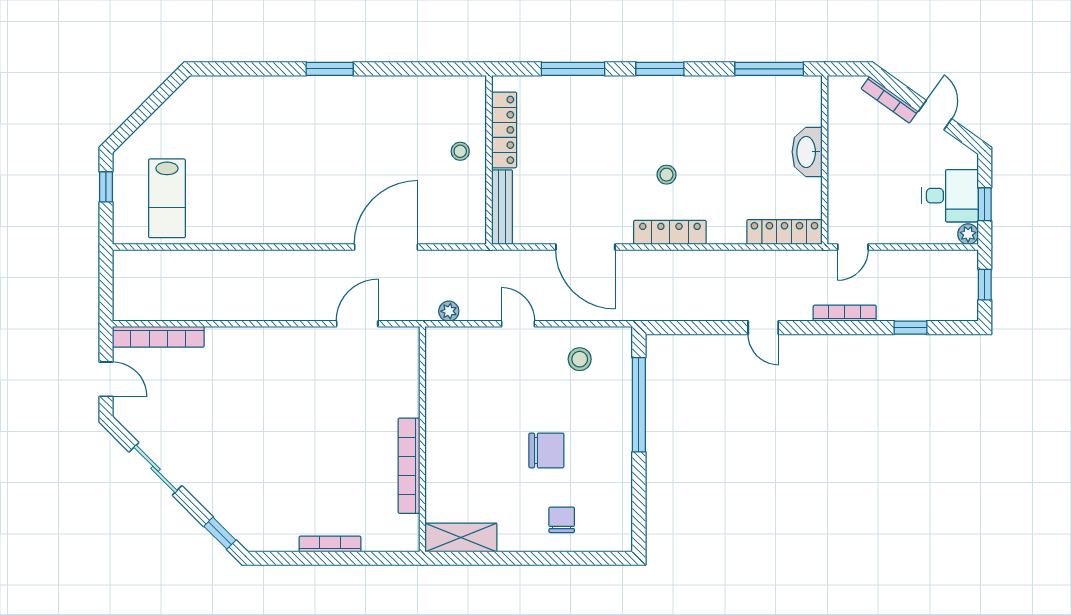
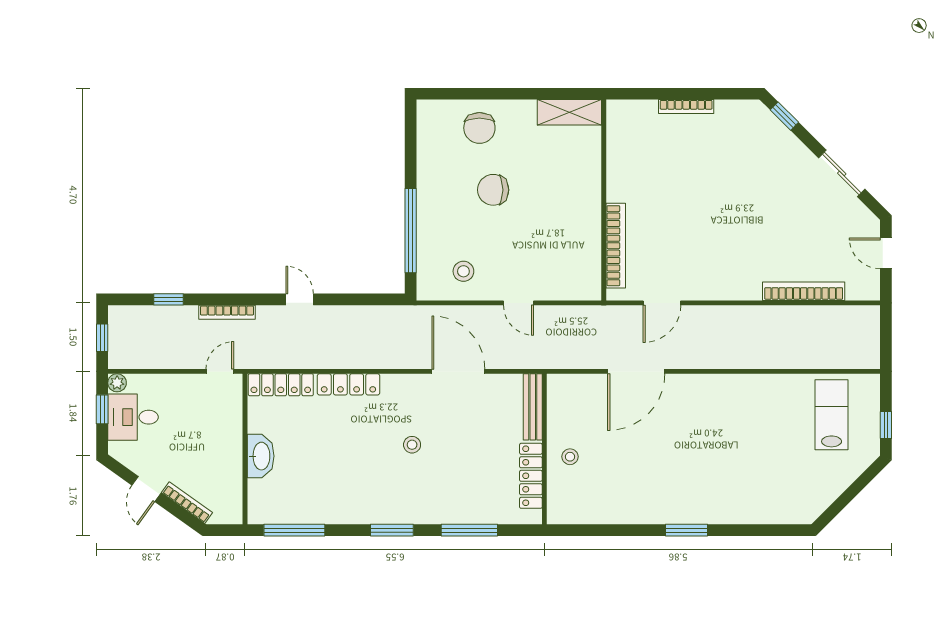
stool: (667, 175) -> (412, 445), moved
locker: (670, 232) -> (348, 384), moved
plant: (449, 311) -> (580, 314), removed
bookcase: (158, 337) -> (804, 291), moved
bookcase: (409, 466) -> (616, 246), moved
chair: (562, 520) -> (479, 128), width x1.37, depth x1.37

